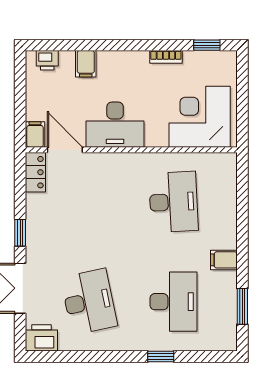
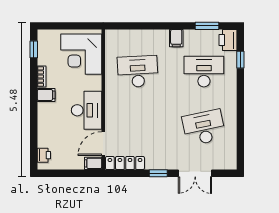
filing cabinet: (86, 64) -> (46, 95), moved
locker: (35, 172) -> (125, 163), width x1.53
printer: (41, 338) -> (228, 40), moved
window: (161, 356) -> (240, 60), moved

